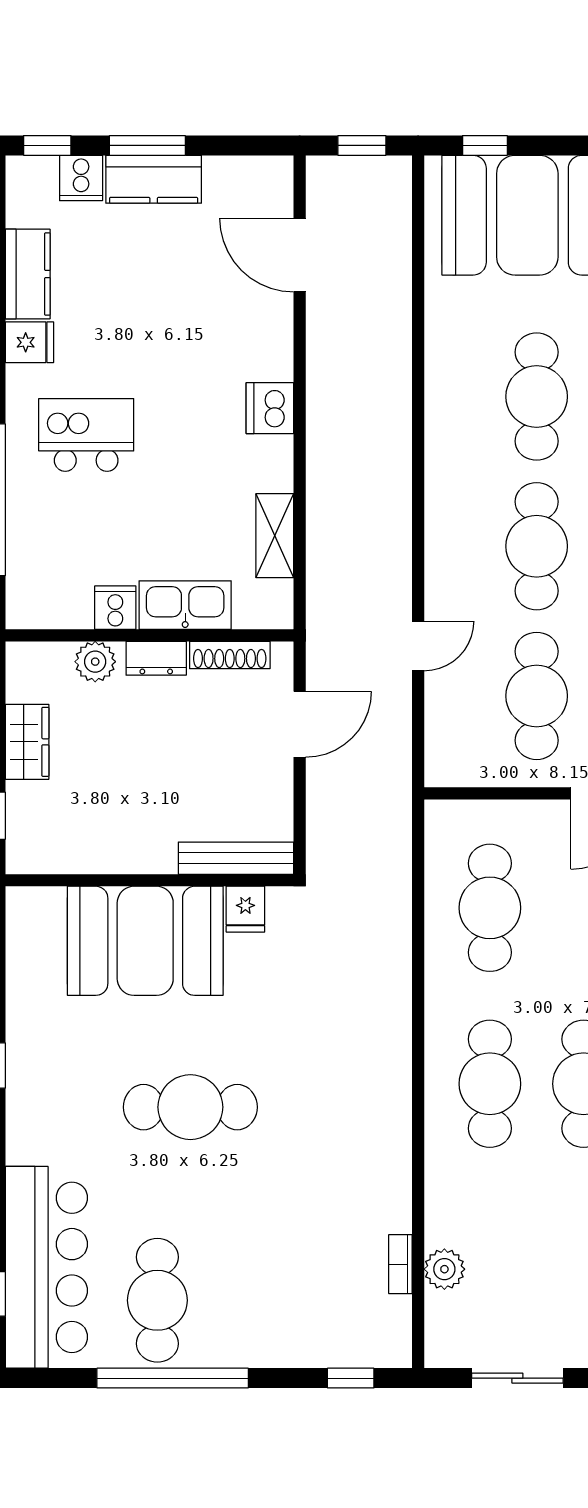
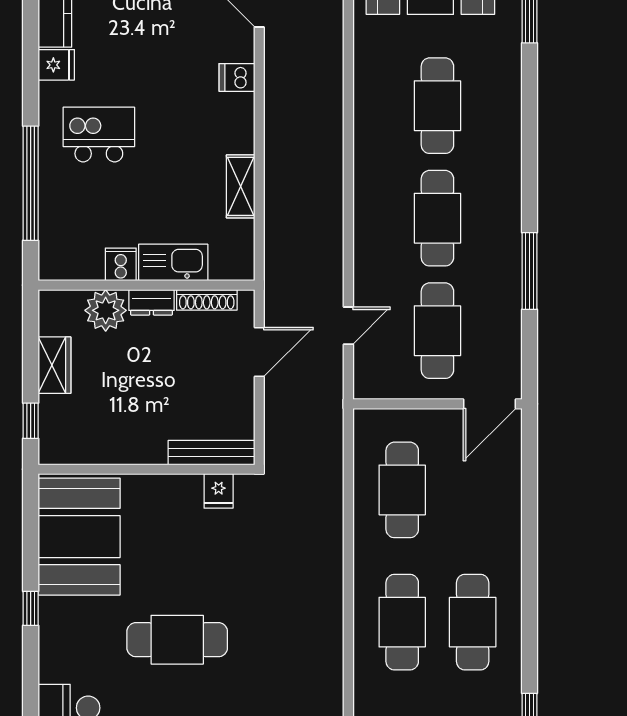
dishwasher: (270, 408) -> (237, 77), moved, width x0.73
shelving: (275, 536) -> (241, 186), moved
door: (418, 646) -> (348, 326), moved
plant: (95, 662) -> (106, 310), width x1.36, depth x1.36
booth: (145, 941) -> (79, 537), moved, turned 90

